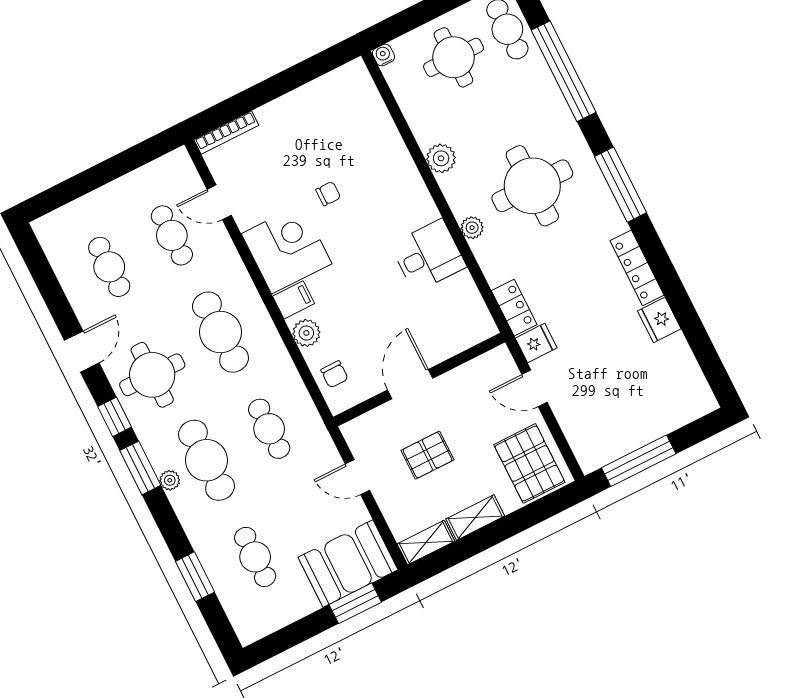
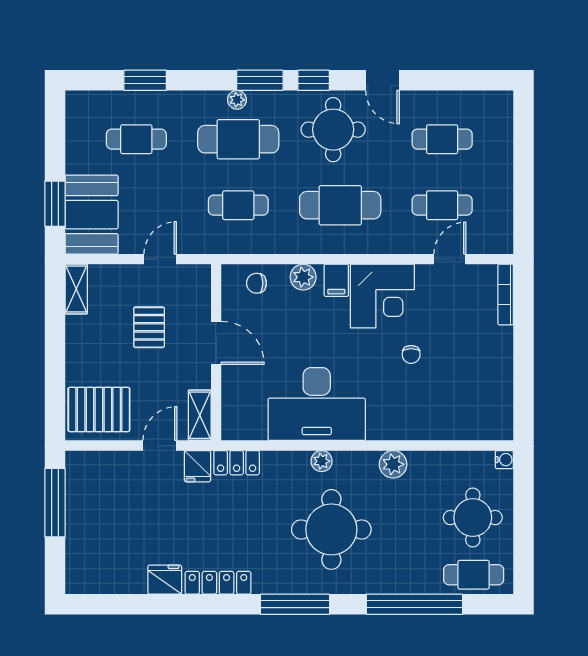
desk: (428, 256) -> (317, 404), width x1.87, depth x1.30
shelving: (475, 517) -> (200, 415), moved

